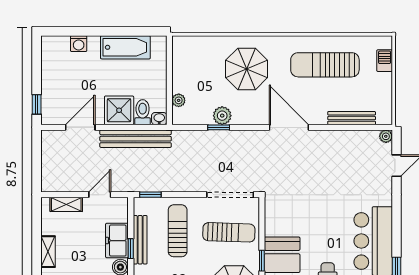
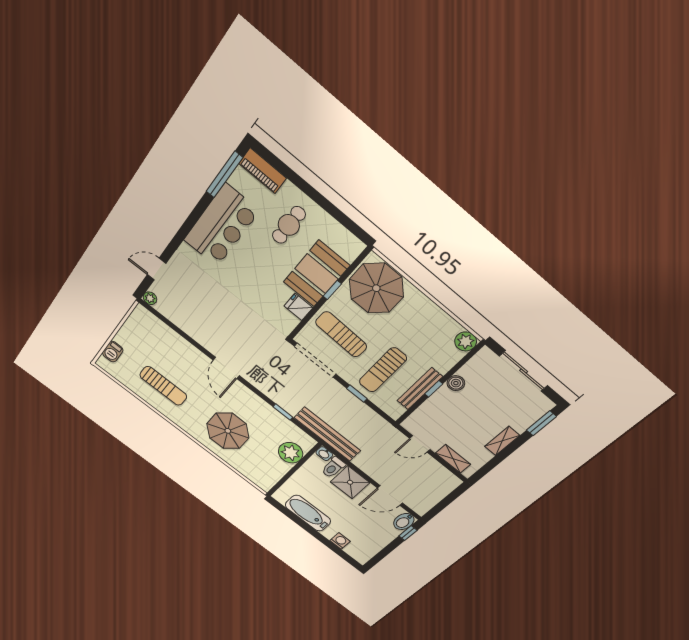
sun lounger: (325, 65) -> (163, 386), width x0.73, depth x0.75
plant: (179, 100) -> (291, 453), width x1.88, depth x1.88
bidet: (49, 113) -> (404, 522), added
plant: (222, 116) -> (273, 417), removed
bench: (352, 118) -> (169, 334), removed
door: (289, 127) -> (226, 368), width x0.73
bench: (136, 139) -> (327, 434), moved
window: (150, 195) -> (357, 393), moved
fridge: (275, 227) -> (298, 307), added
freezer: (117, 241) -> (439, 403), removed

